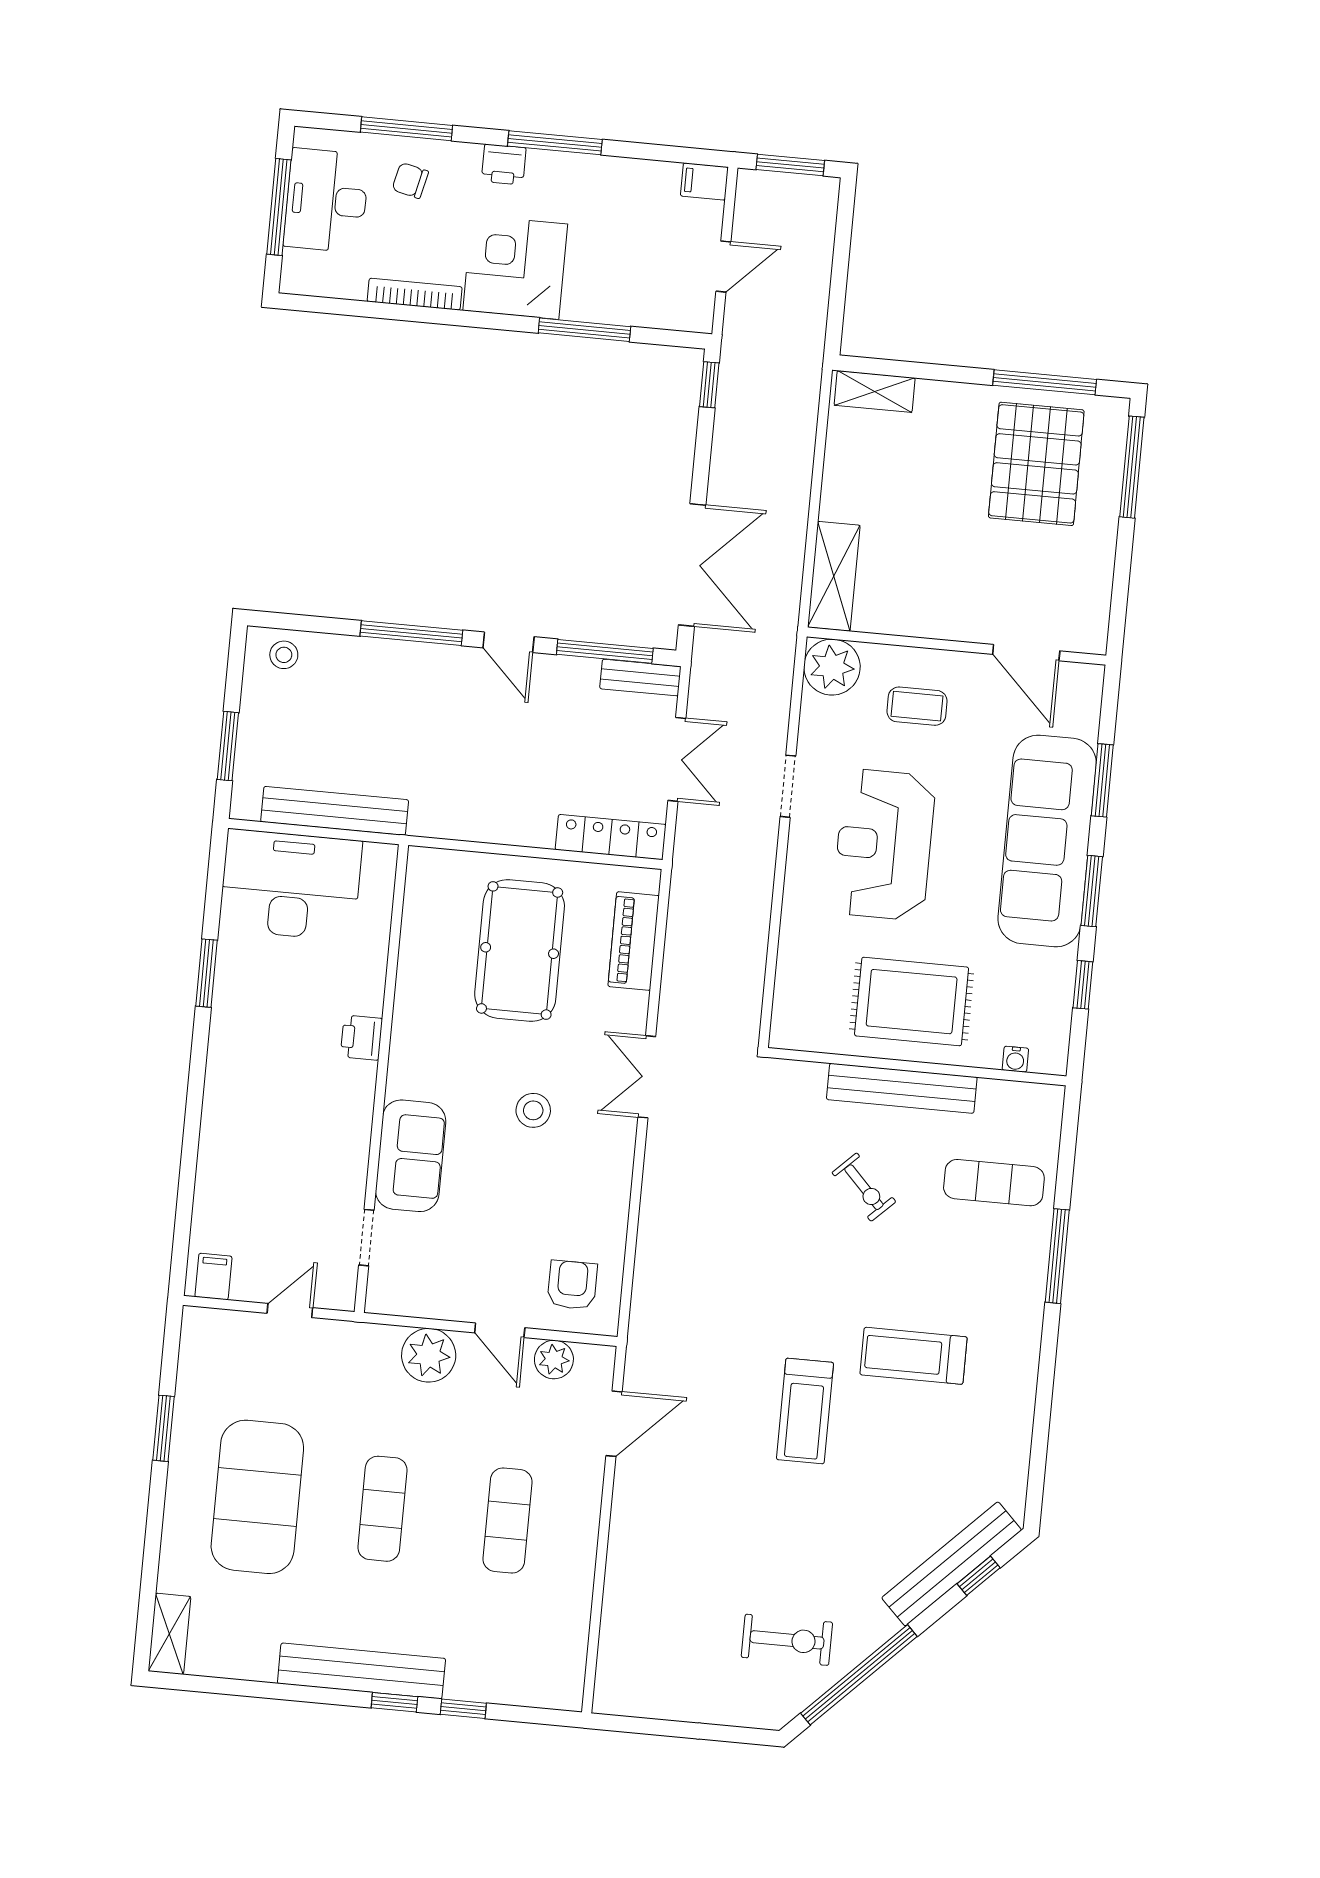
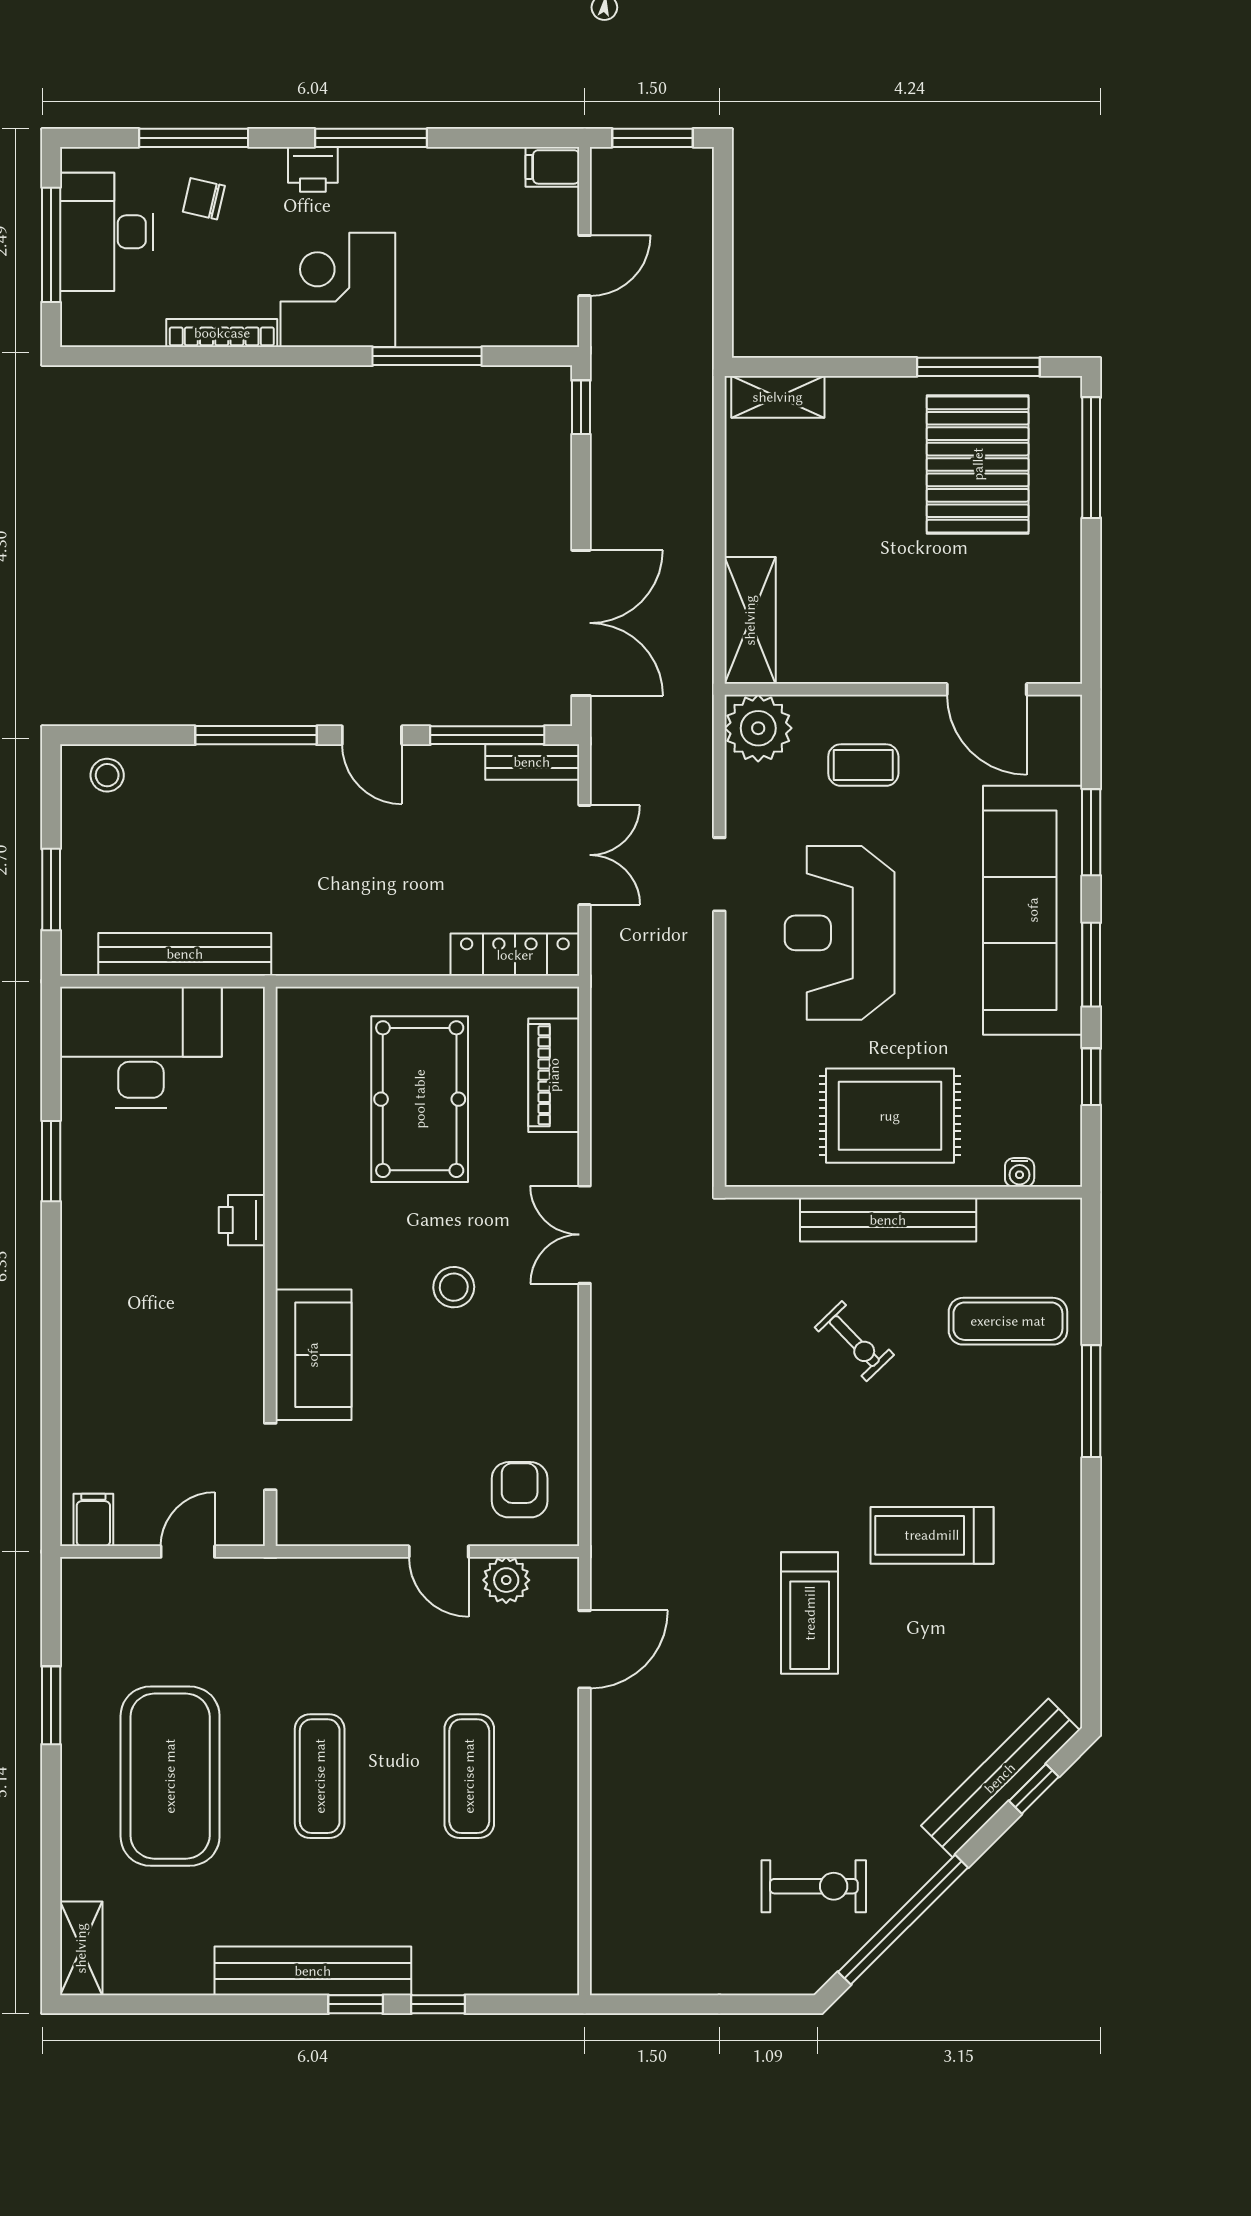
plant: (429, 1355) -> (357, 1589), removed

